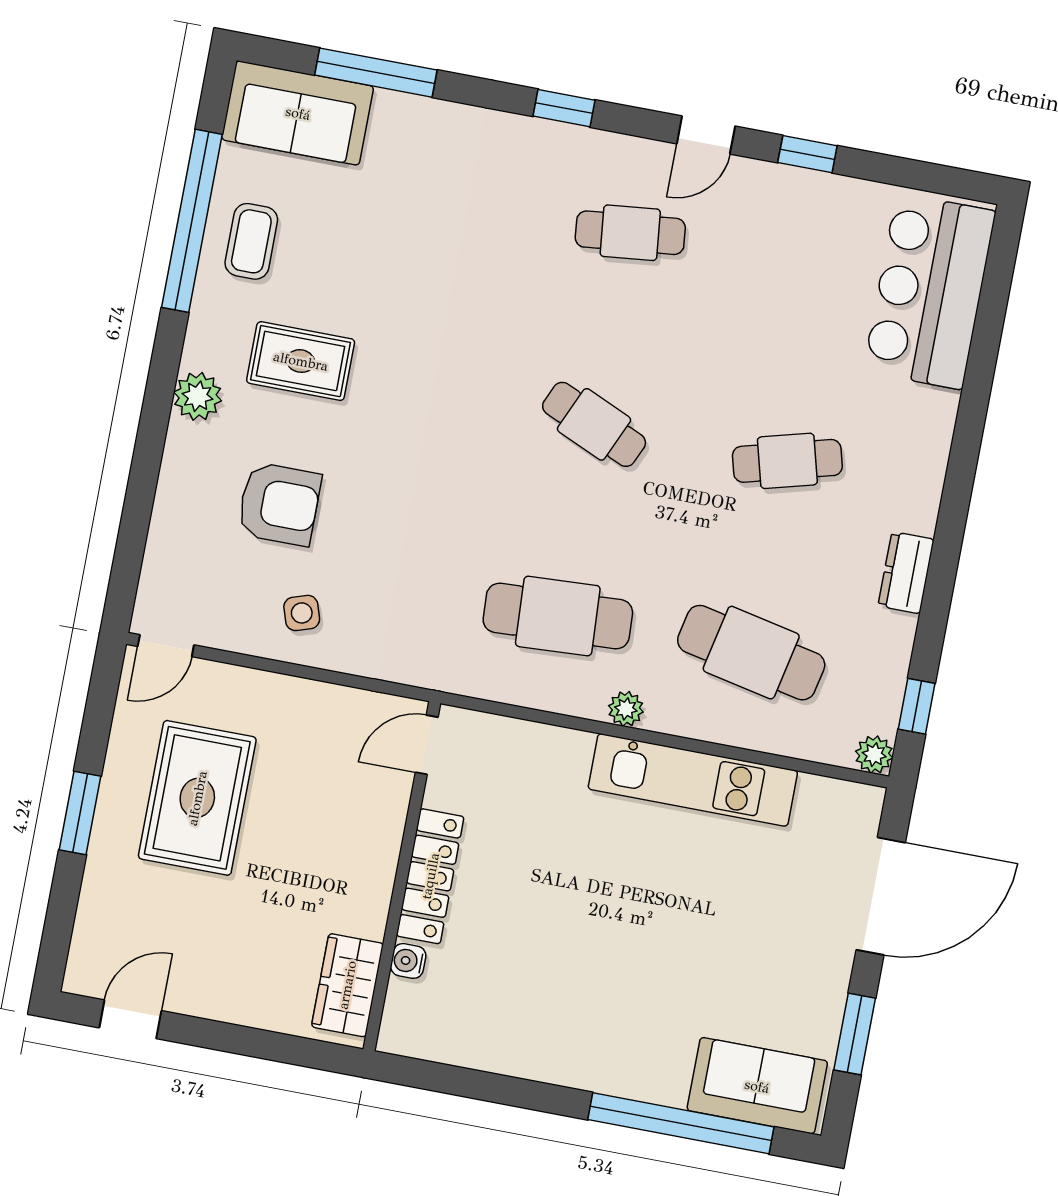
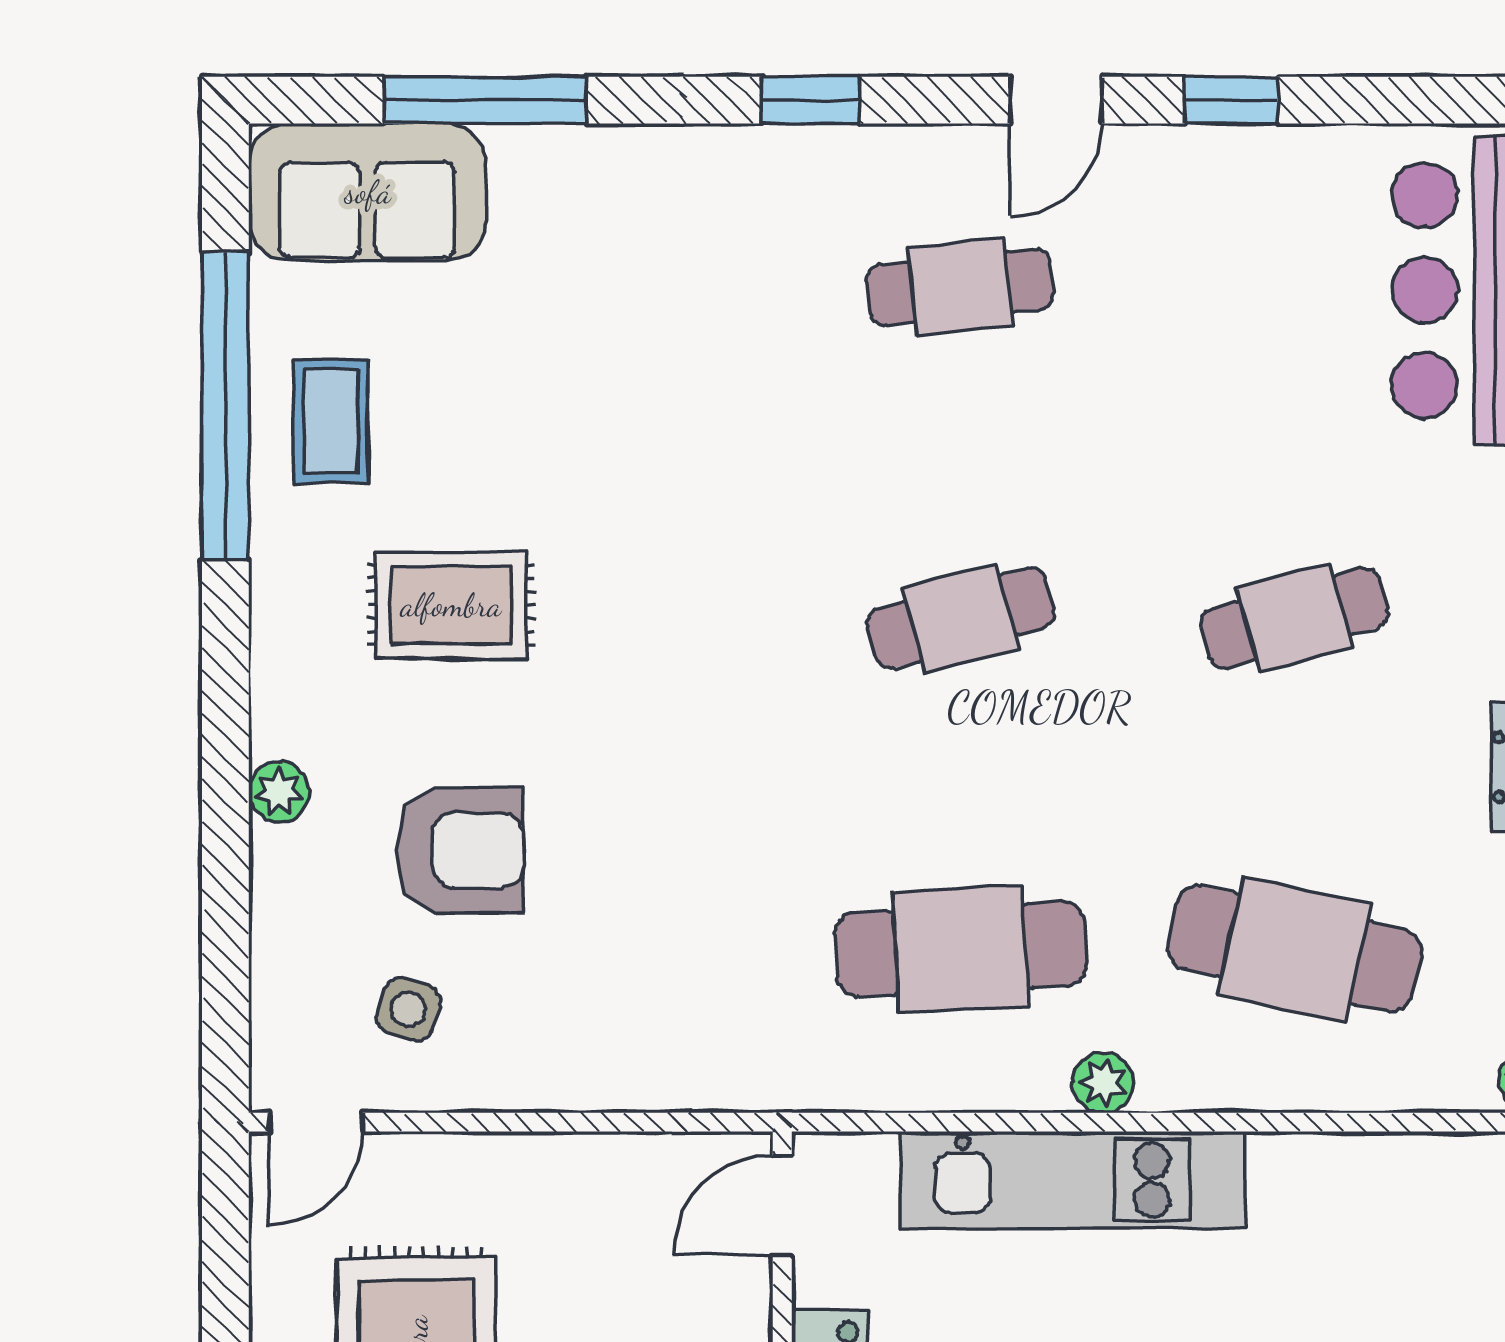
plant: (198, 396) -> (279, 792), moved, width x0.73, depth x0.73
cafe table: (594, 424) -> (960, 618), turned -39
side table: (302, 613) -> (408, 1009), moved, turned 36
kitchen unit: (693, 780) -> (1073, 1180), moved

